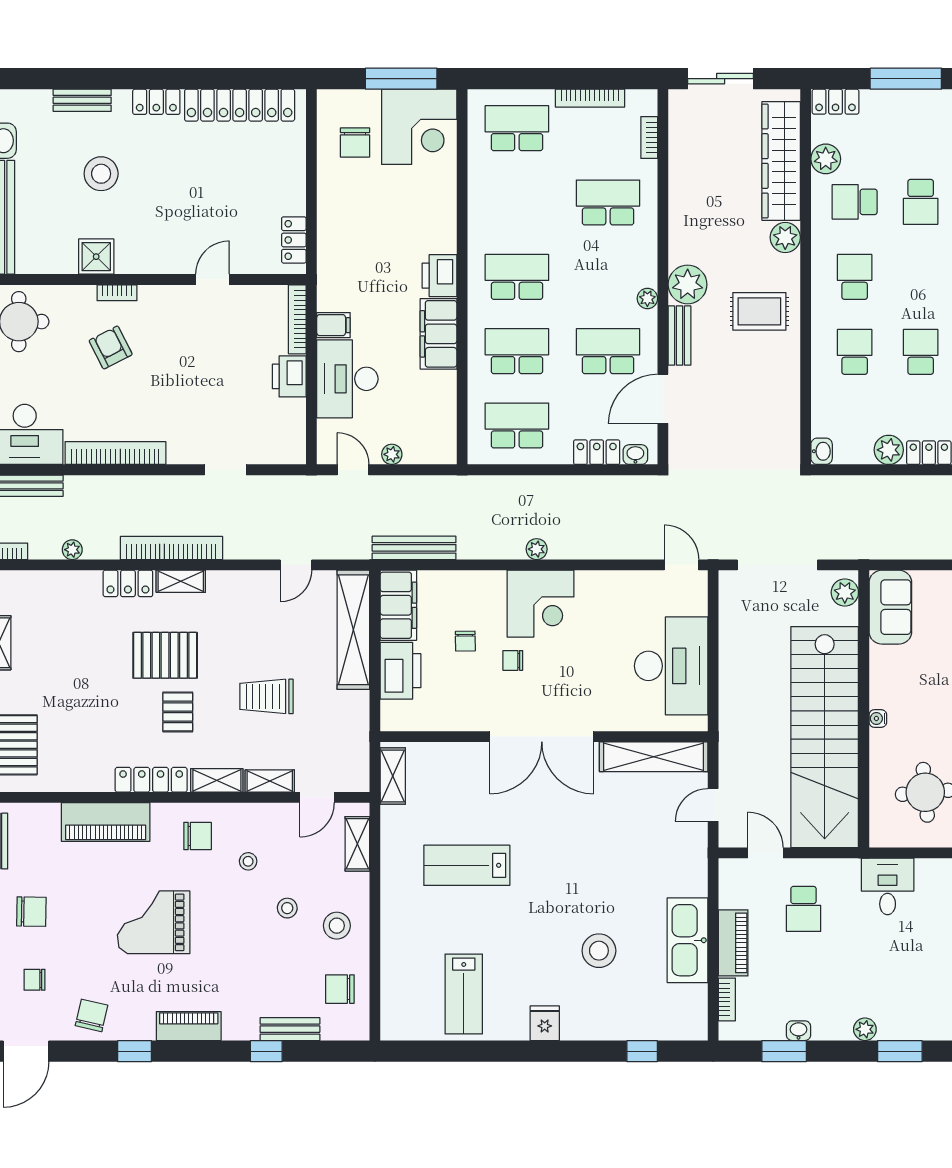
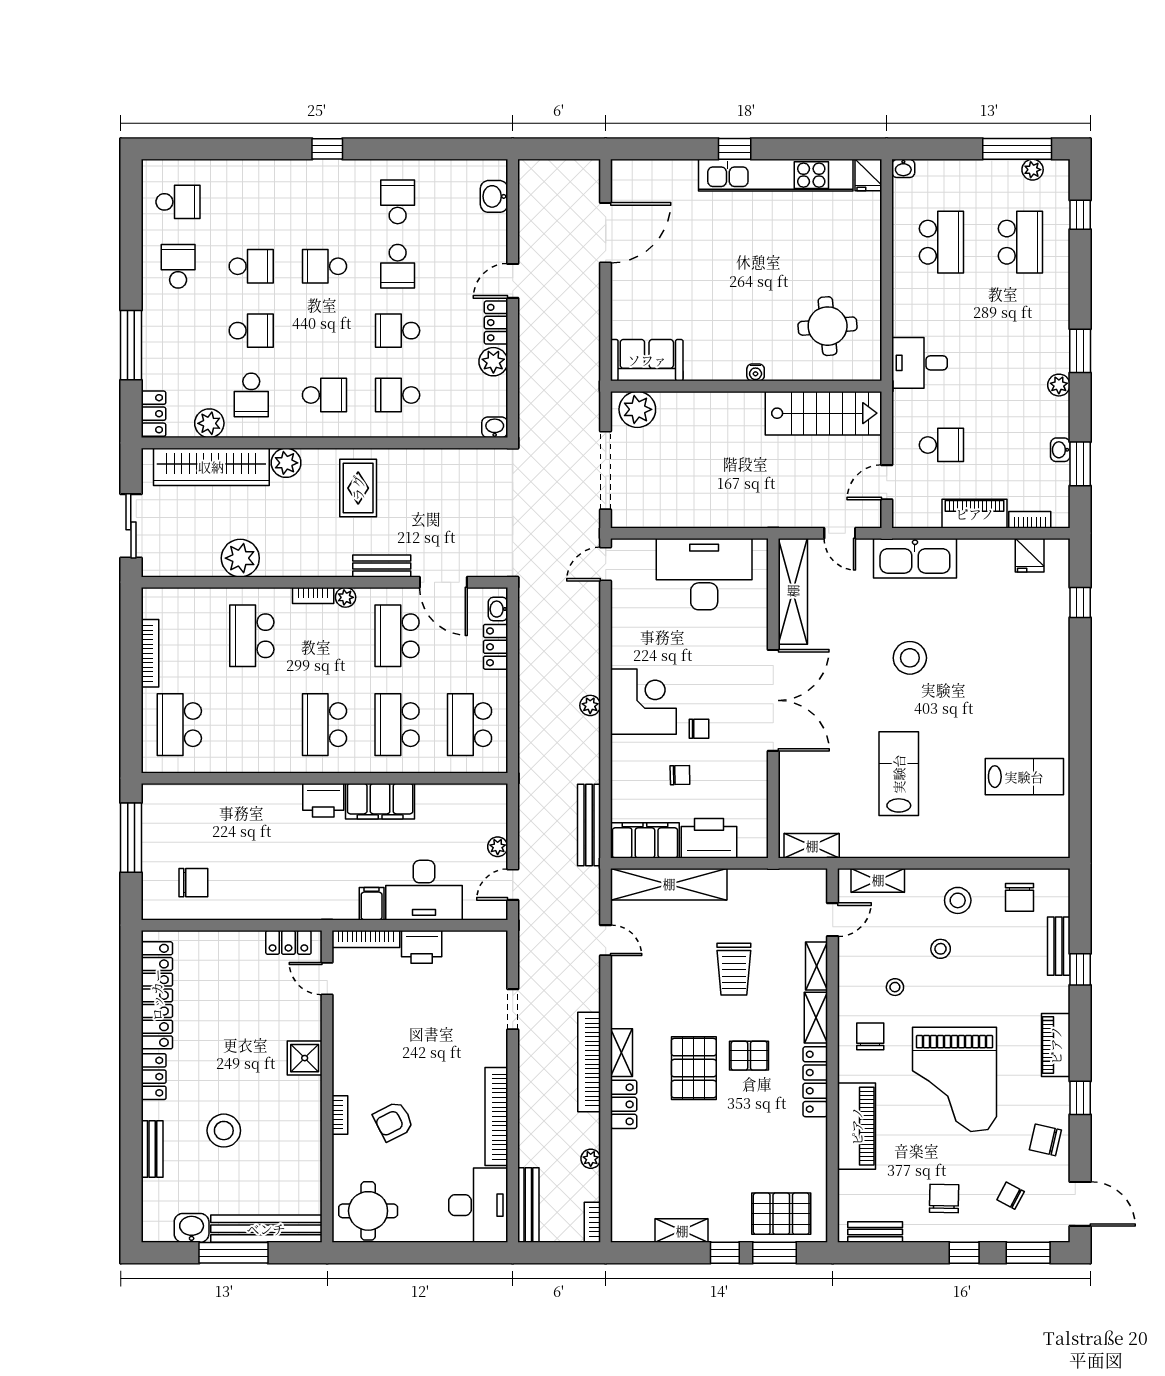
corner desk: (419, 127) -> (178, 820), removed
bookcase: (649, 138) -> (313, 596), moved
shower: (96, 257) -> (305, 1058), moved
school desk: (855, 277) -> (324, 395), turned 180
door: (212, 279) -> (327, 979), moved
plant: (688, 284) -> (240, 558), moved
plant: (845, 592) -> (637, 409), width x1.36, depth x1.36
chair: (513, 660) -> (699, 729), turned -90
stairs: (825, 737) -> (824, 413), width x0.54, depth x0.66
door: (317, 797) -> (833, 920), hinge flipped
lab bench: (467, 865) -> (899, 774), turned 180
grand piano: (154, 922) -> (954, 1079), width x1.37, depth x1.48
kitchen sink: (687, 940) -> (915, 558), moved
stool: (599, 951) -> (910, 658), moved
chair: (34, 980) -> (1011, 1196), turned 118
fridge: (545, 1023) -> (1030, 555), moved, turned -90

